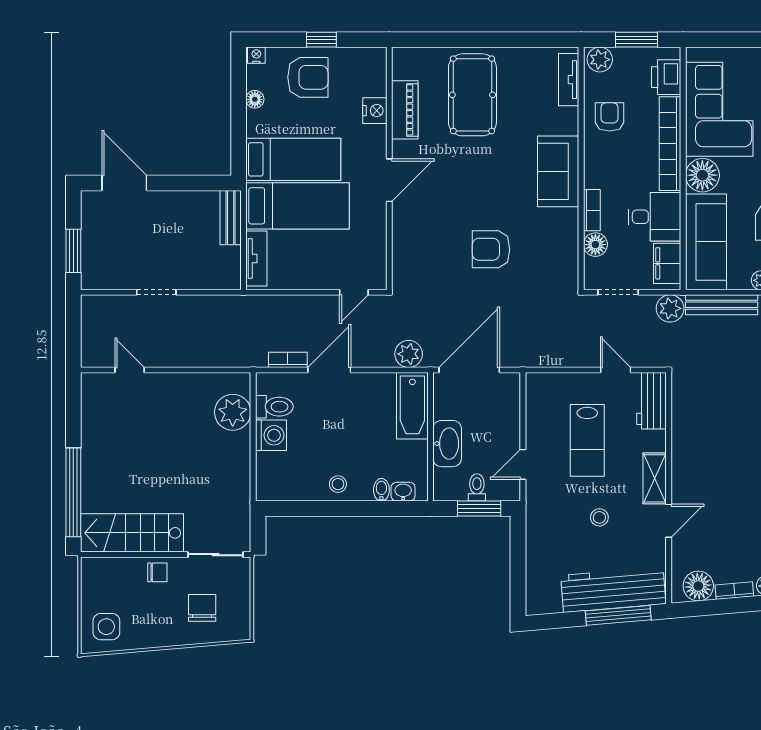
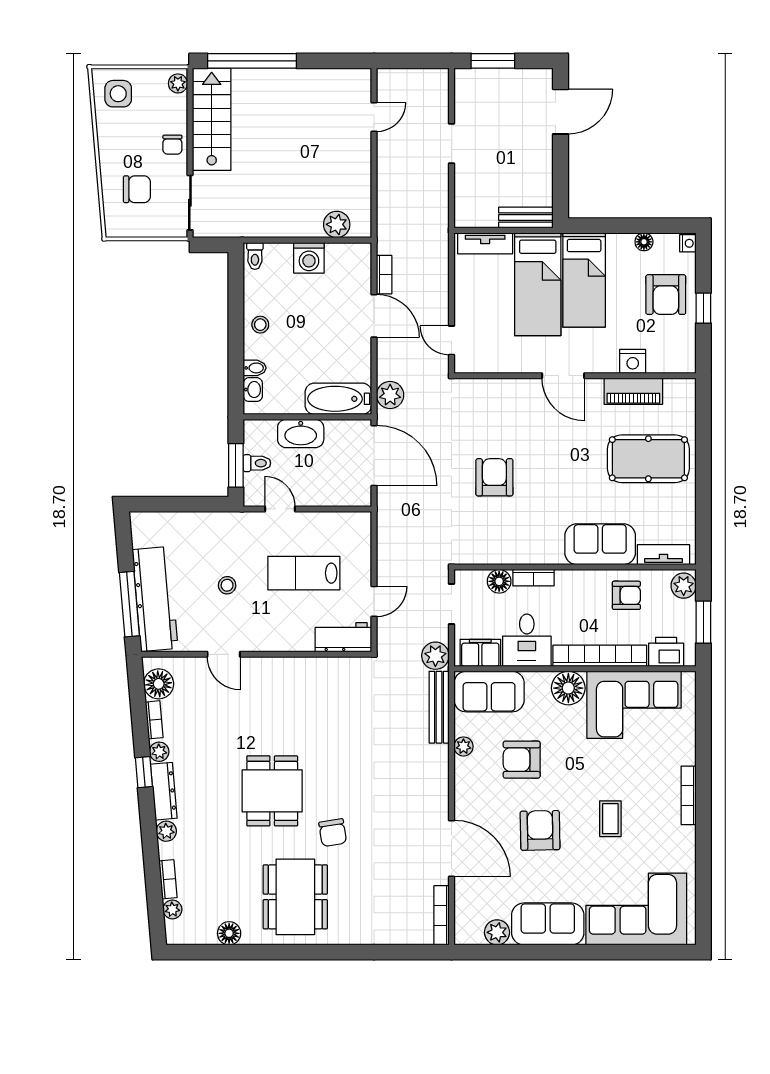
sofa: (558, 171) -> (600, 544), moved
sofa: (706, 242) -> (489, 692), width x0.73
toilet: (274, 407) -> (255, 256), moved, width x0.73, depth x0.72
plant: (233, 412) -> (337, 224), width x0.73, depth x0.73
shelving: (655, 478) -> (266, 640), removed
plant: (96, 567) -> (178, 83), added

